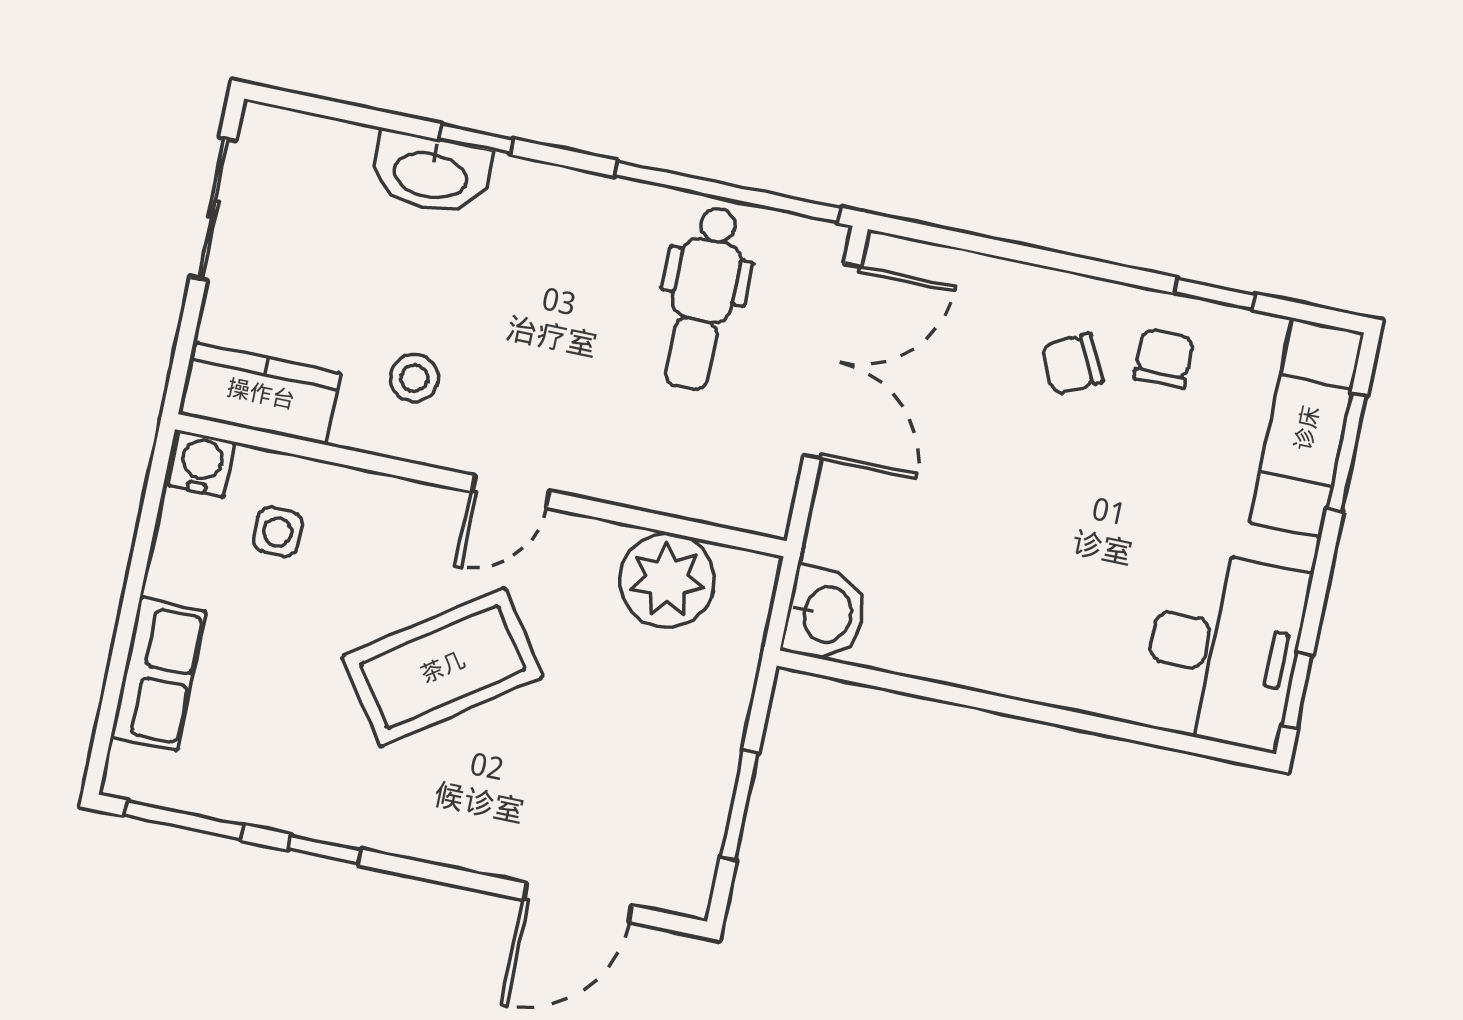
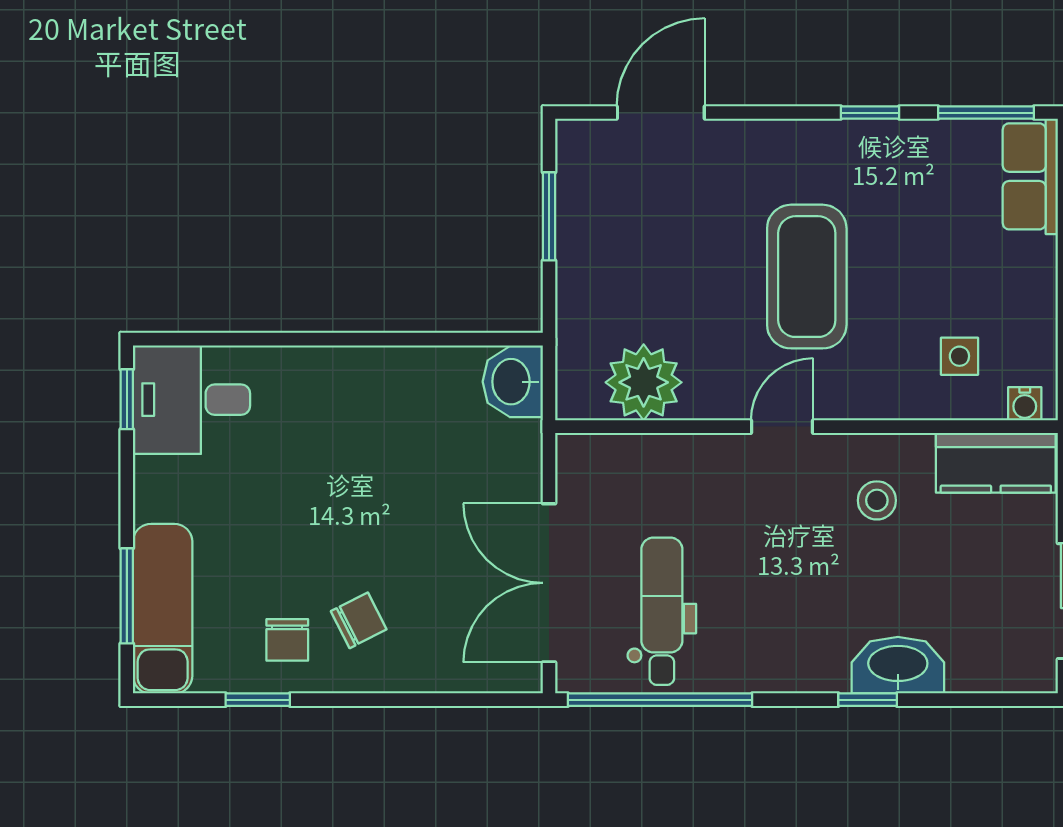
water cooler: (201, 464) -> (1025, 404), width x0.72, depth x0.72
desk: (1224, 649) -> (192, 400), width x0.73
coffee table: (443, 667) -> (807, 277), turned -55
row of seats: (159, 674) -> (1030, 176), moved

